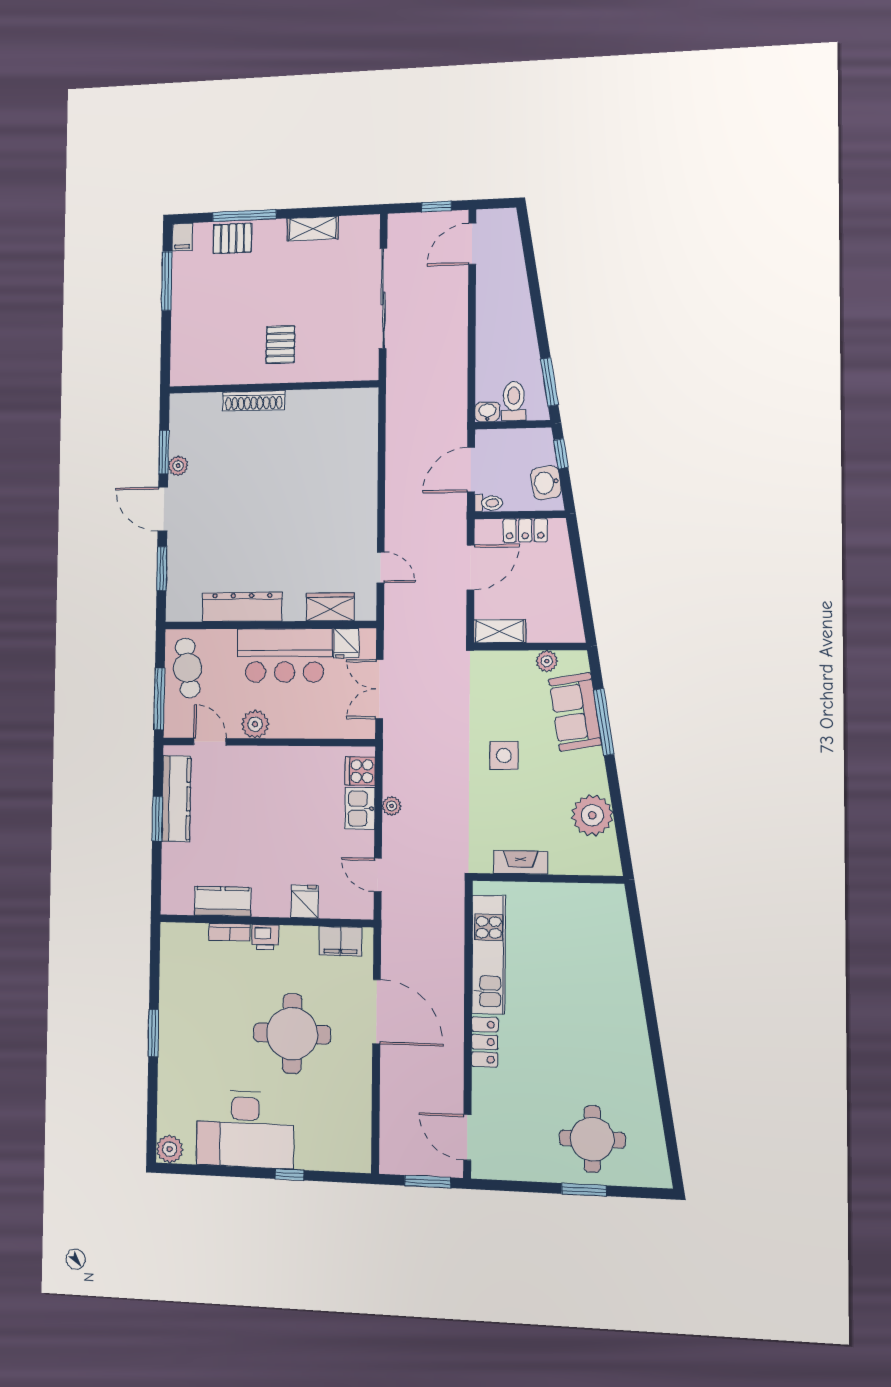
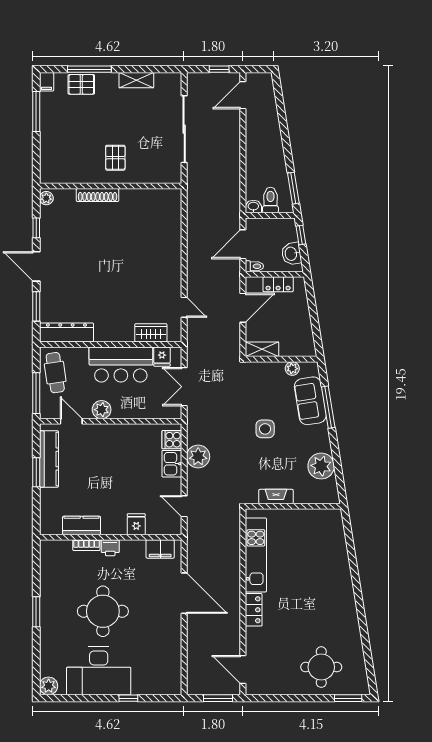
window: (164, 452) -> (36, 228), width x0.67
plant: (178, 466) -> (46, 198), moved
dresser: (242, 607) -> (66, 332), moved
plant: (392, 806) -> (198, 457), width x1.88, depth x1.88
round table: (292, 1034) -> (103, 611), moved
window: (584, 1190) -> (348, 698), moved

